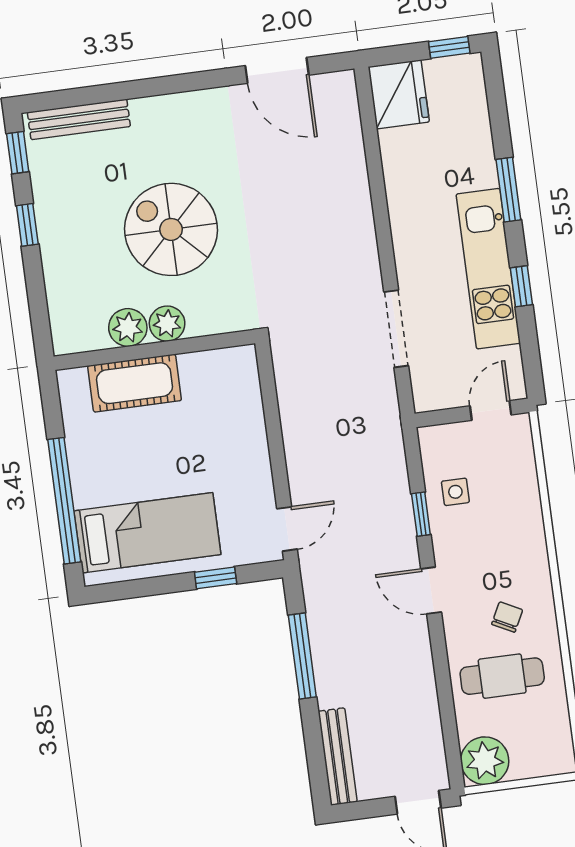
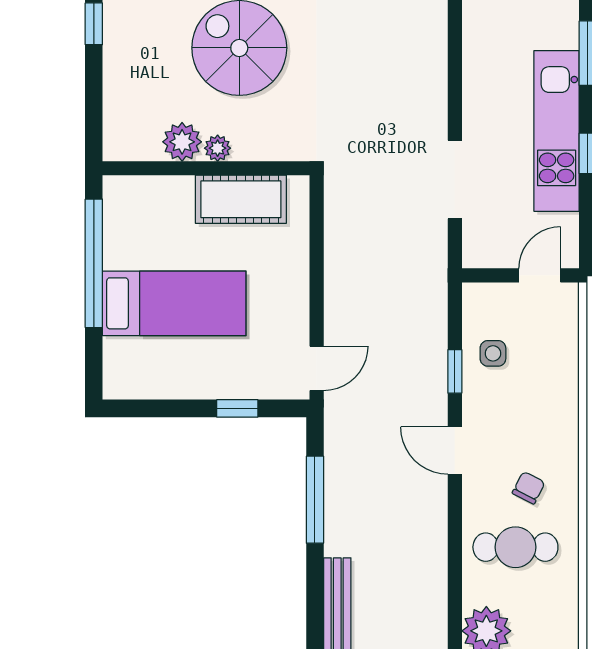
plant: (167, 324) -> (218, 148), width x0.73, depth x0.73
cot: (134, 383) -> (241, 199), moved
window: (64, 501) -> (94, 263), moved
bed: (147, 533) -> (174, 303), moved

